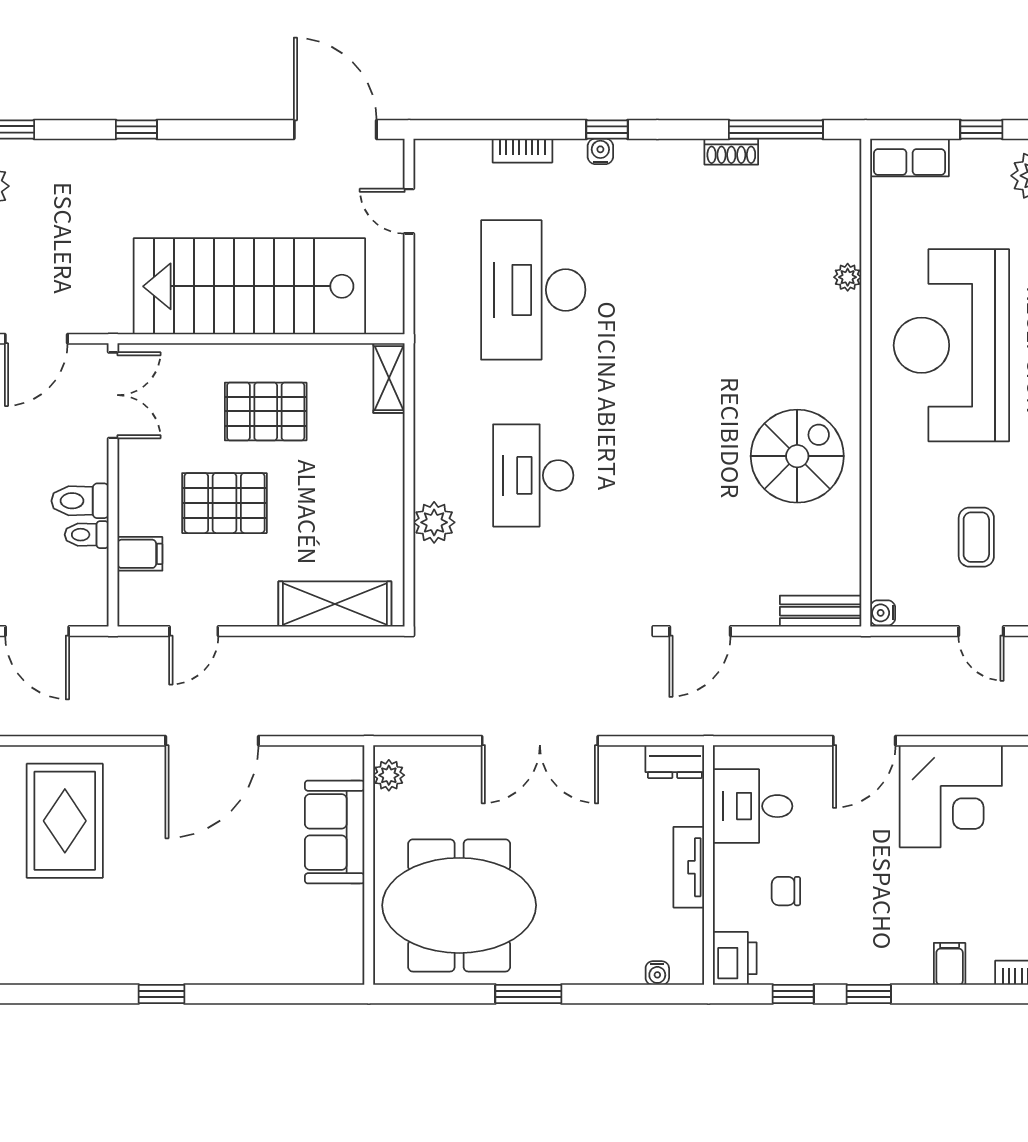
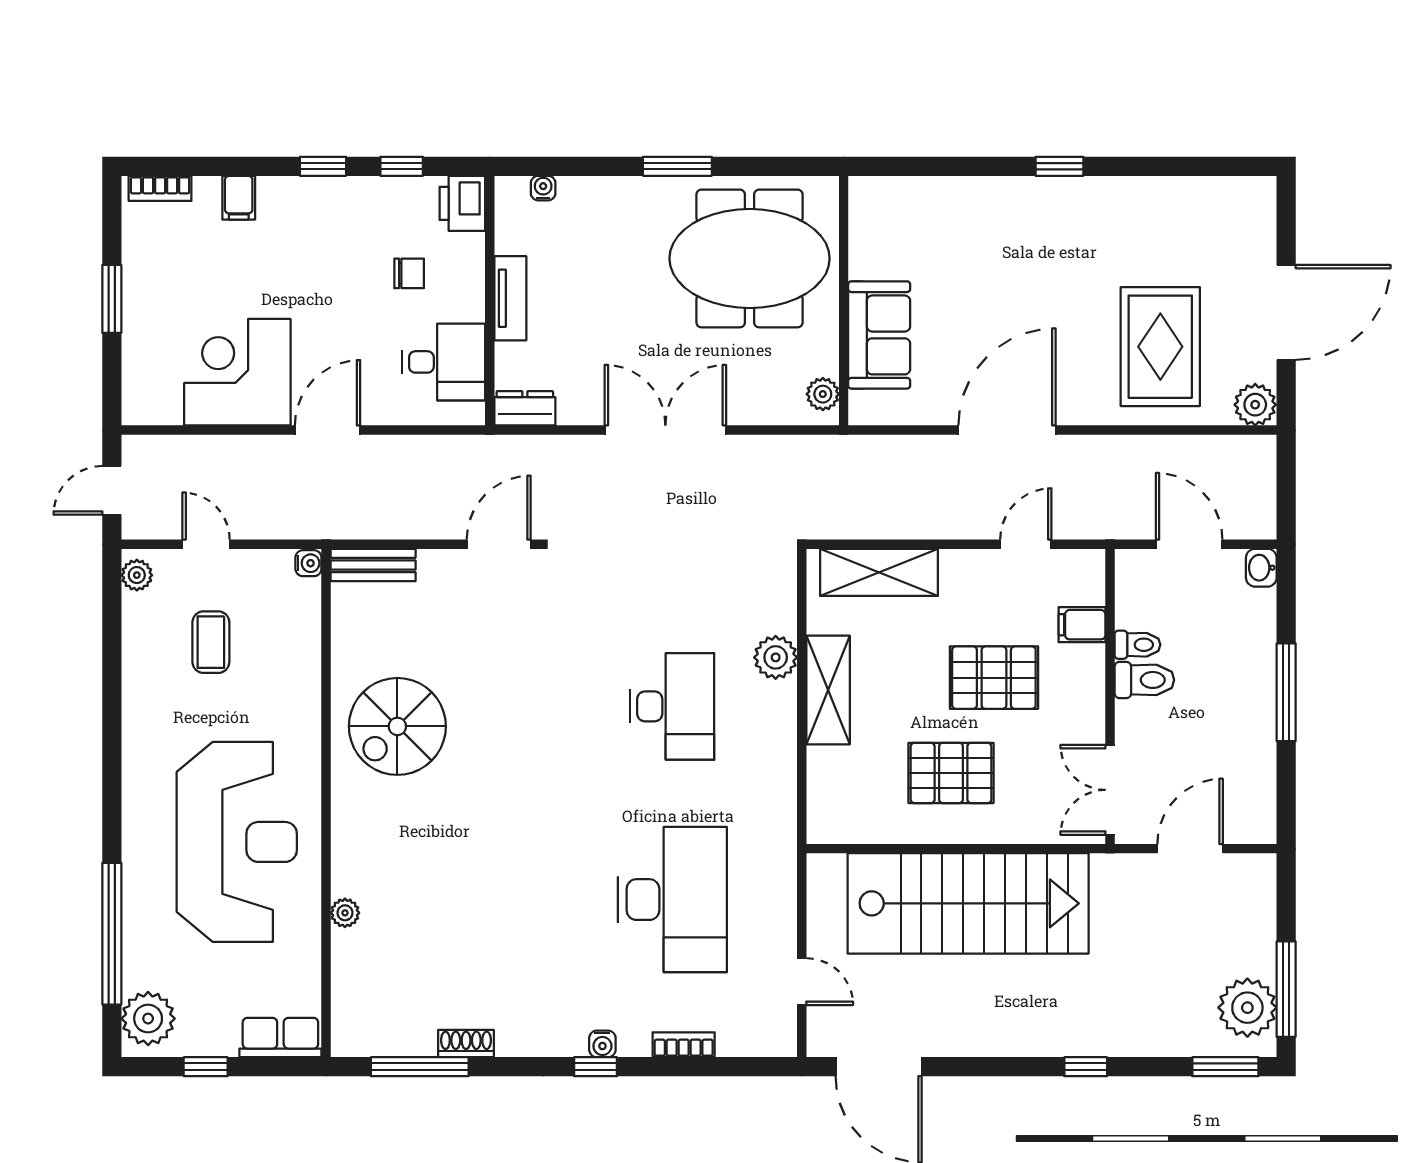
shelving: (389, 378) -> (828, 690), moved, width x1.50, depth x1.33

